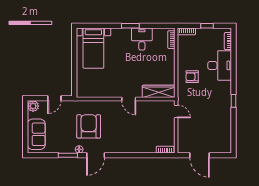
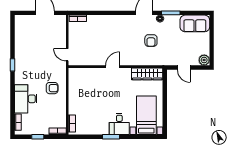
desk: (142, 39) -> (119, 124), moved
wardrobe: (159, 91) -> (147, 74), moved
door: (54, 98) -> (184, 68), swing flipped
door: (129, 99) -> (113, 67), hinge flipped
armchair: (89, 126) -> (151, 41), width x0.53, depth x0.53
sofa: (36, 134) -> (195, 23), moved, turned -90

